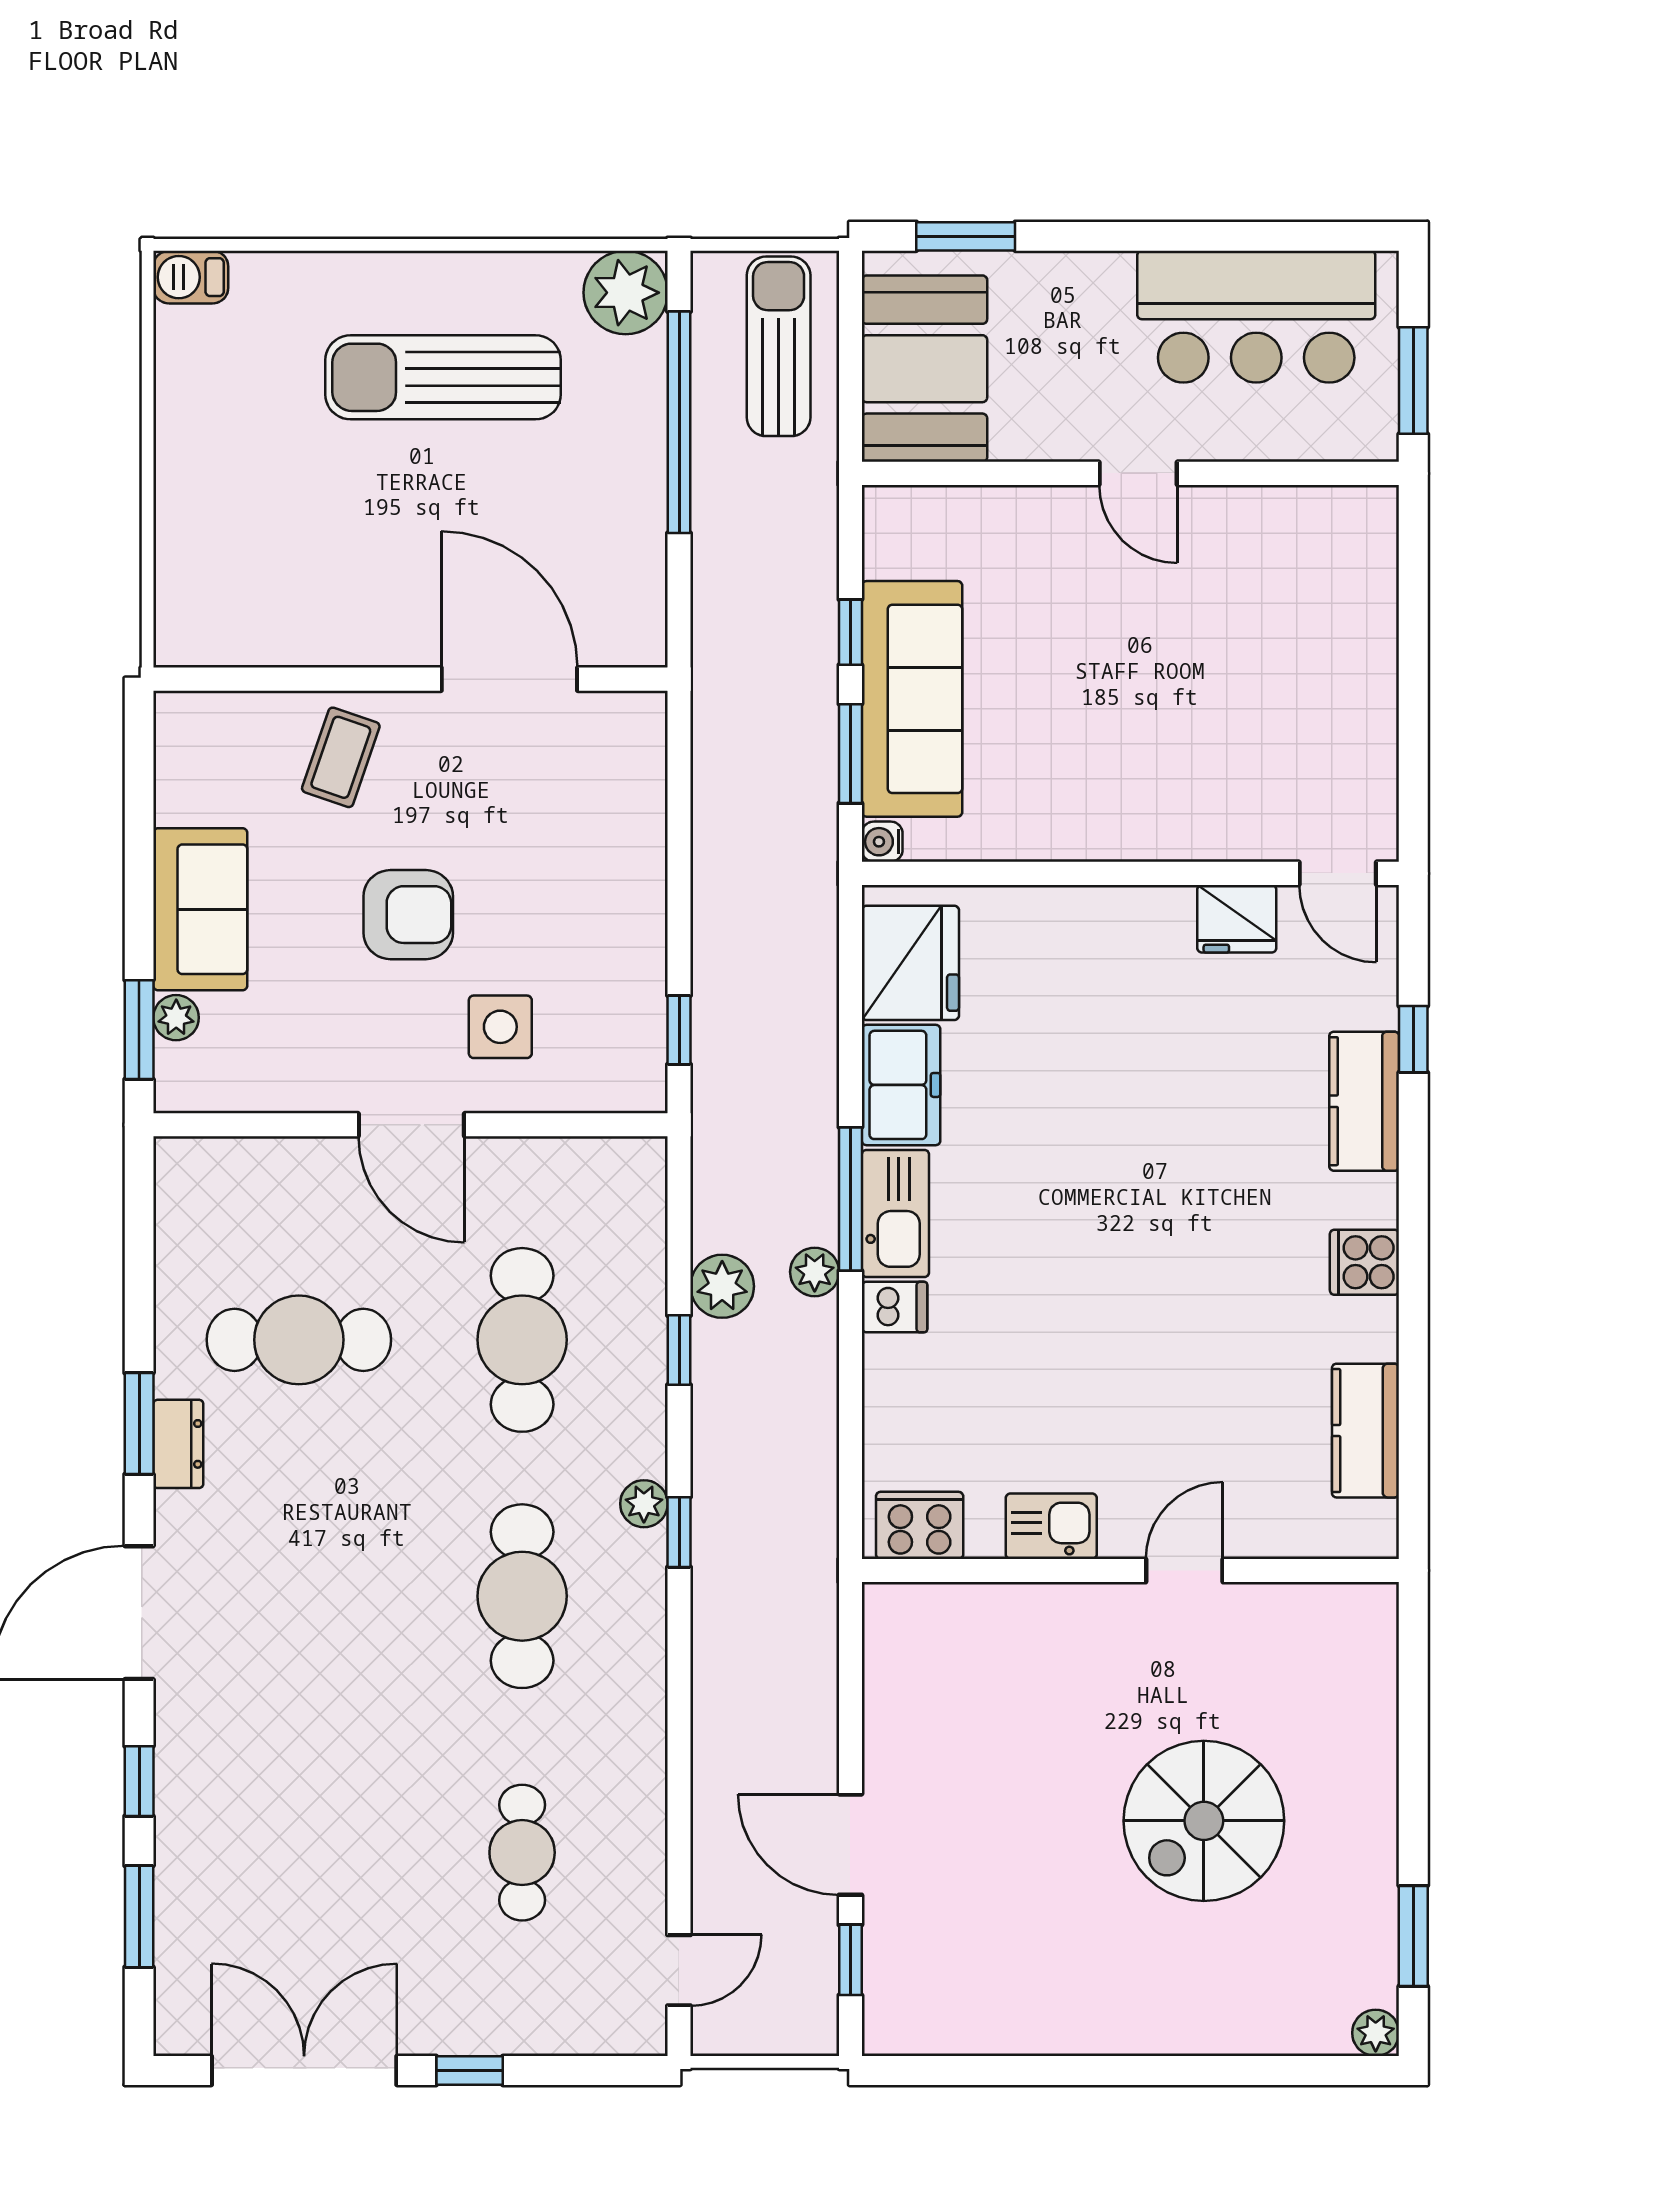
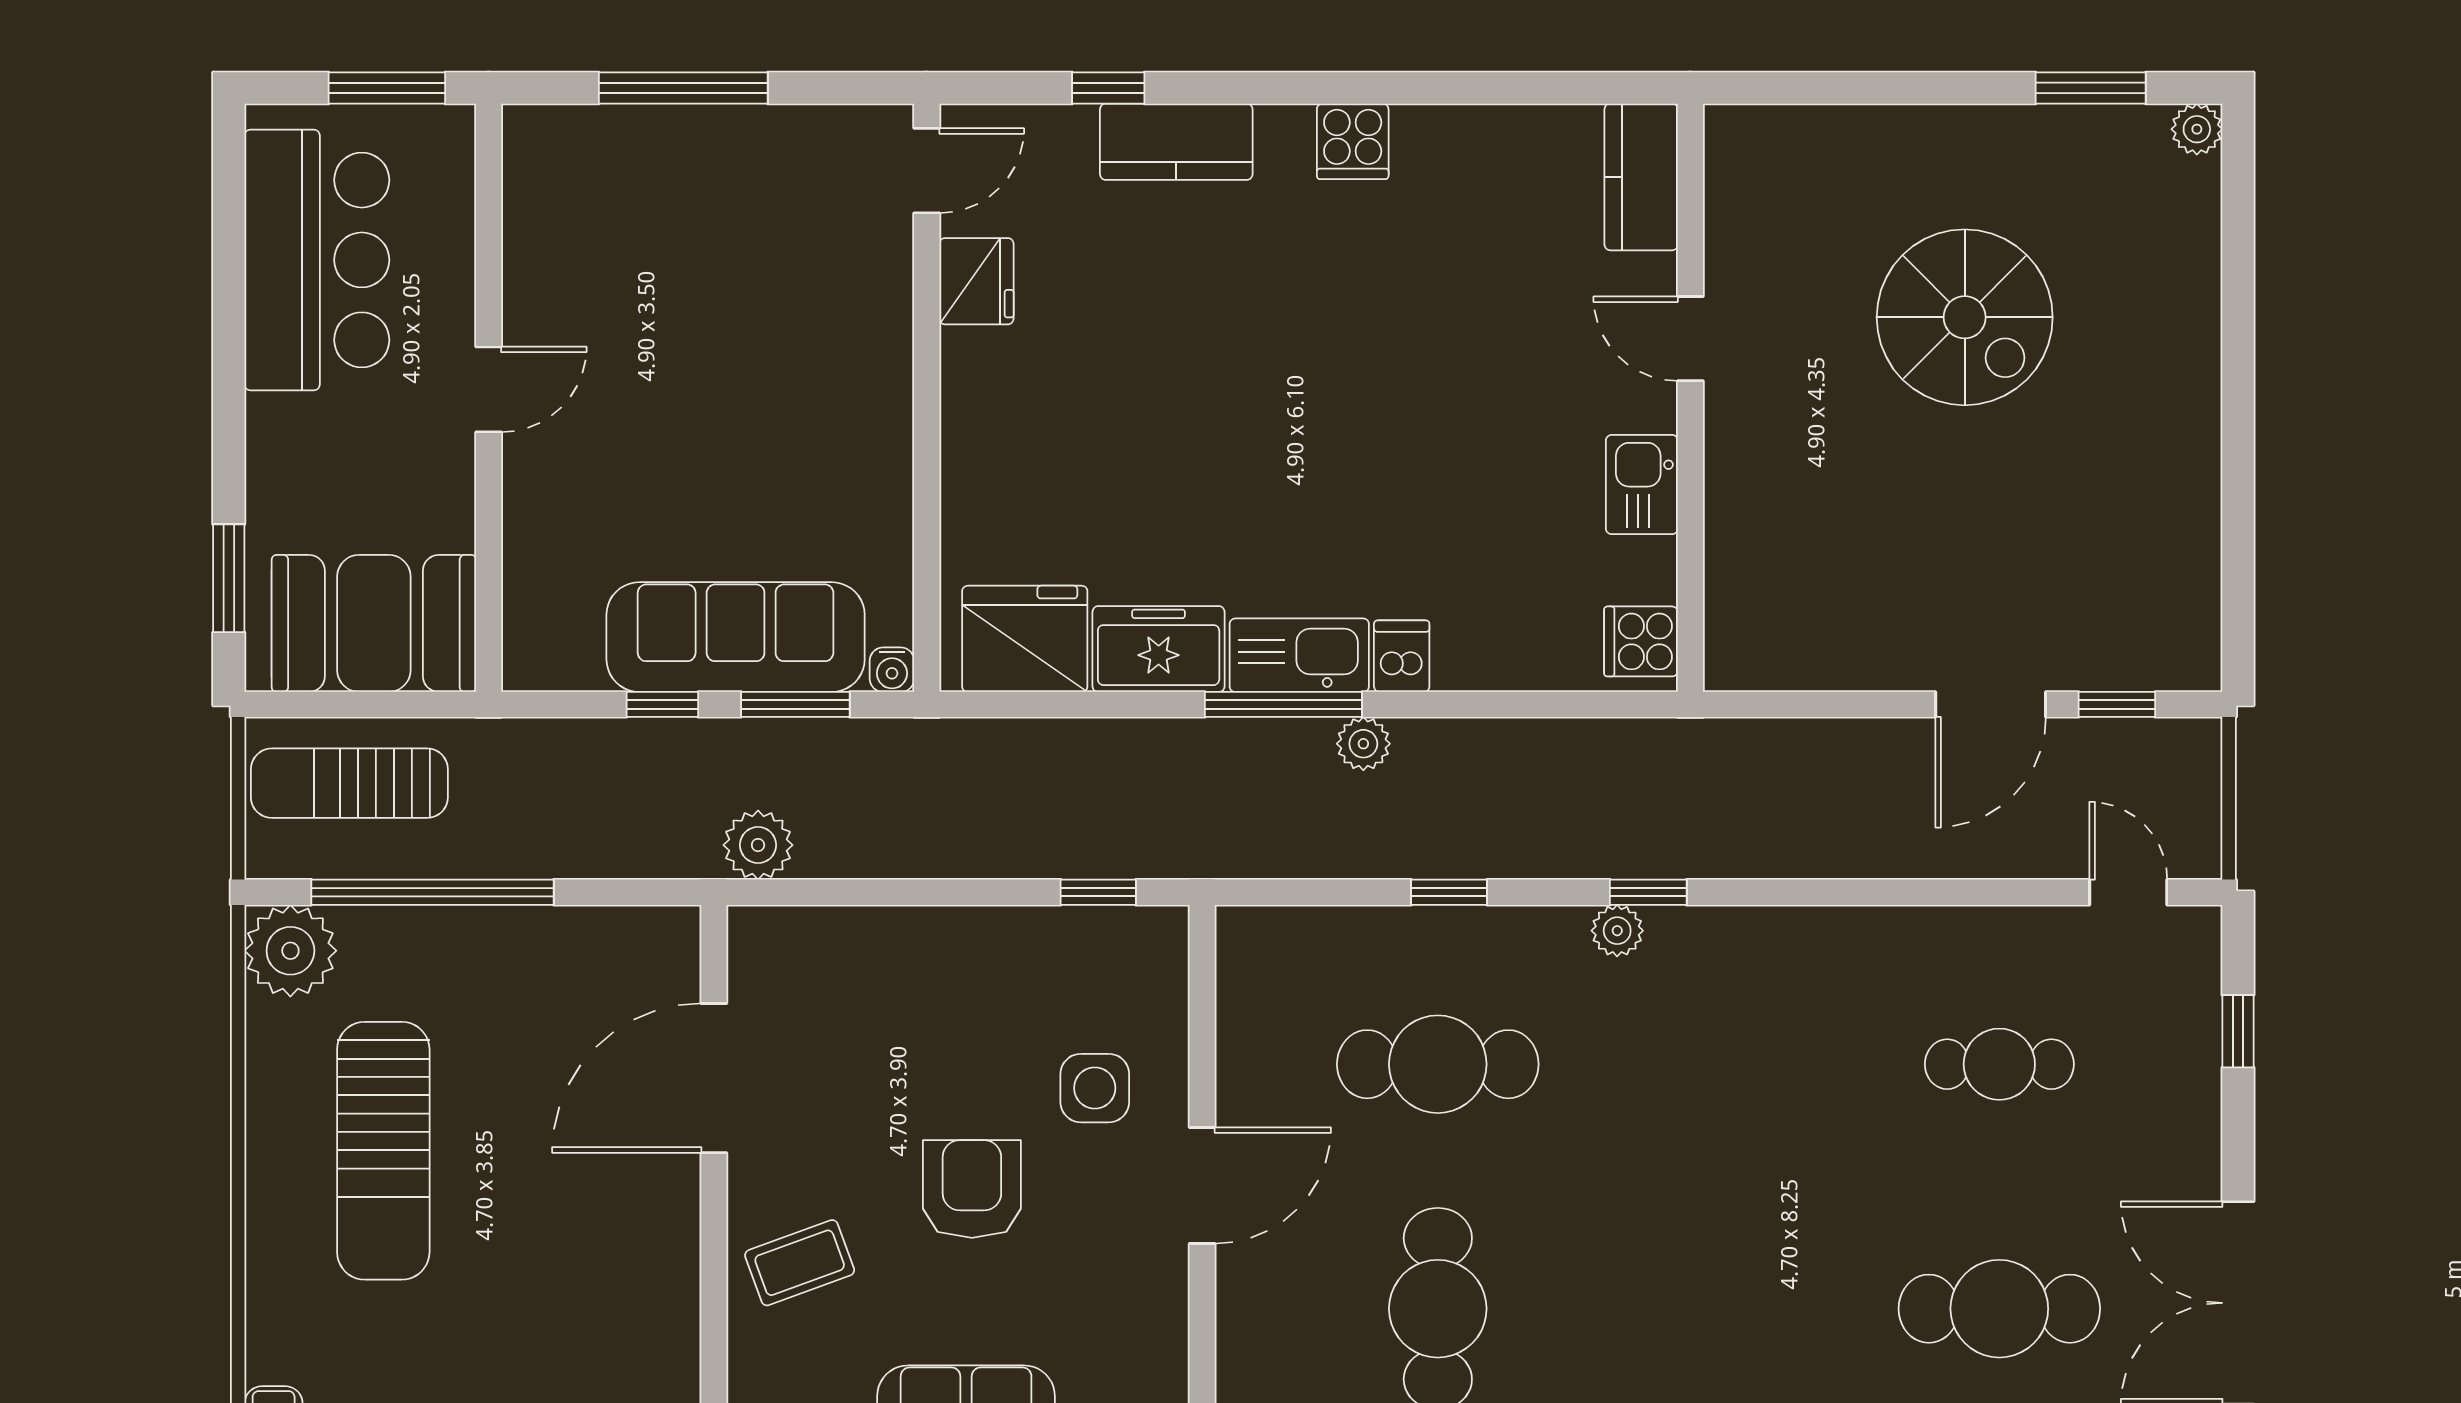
window: (1413, 651) -> (683, 88), added
coffee table: (341, 757) -> (800, 1263), turned -39
plant: (722, 1286) -> (758, 845), moved
kitchen counter: (1365, 1431) -> (1641, 177), moved, turned 90
cooker: (920, 1525) -> (1641, 641), width x0.73
cafe table: (522, 1596) -> (1999, 1309), moved
window: (470, 2070) -> (2238, 1031), moved

